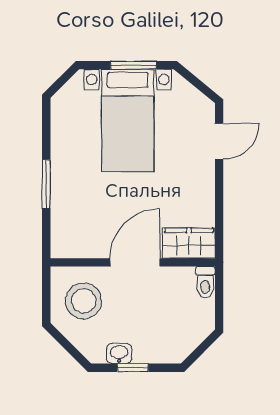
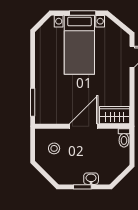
window: (46, 184) -> (33, 102), moved
stool: (84, 301) -> (54, 148), width x0.53, depth x0.53
washbasin: (119, 353) -> (91, 179), moved

